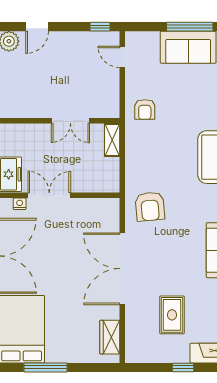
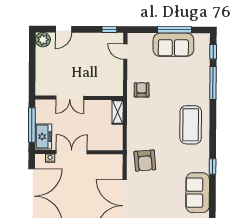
armchair: (145, 109) -> (142, 90), turned 180
double door: (70, 121) -> (70, 98), moved

